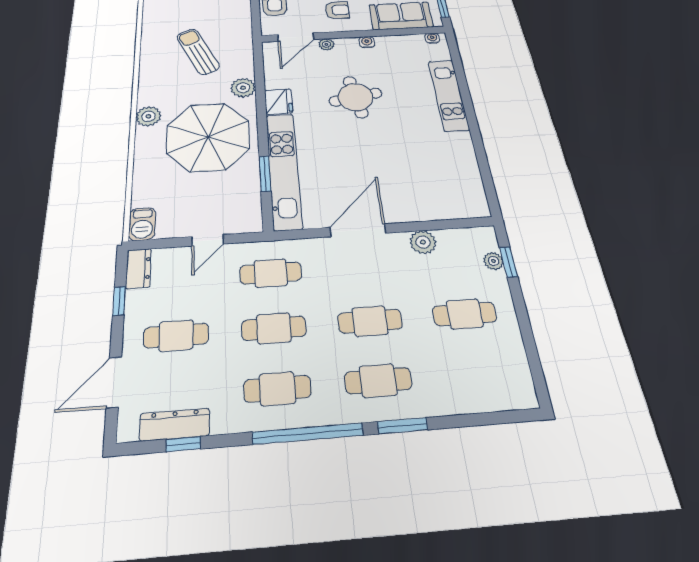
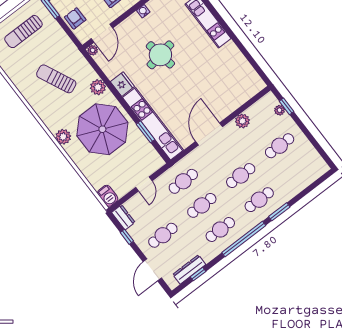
plant: (326, 44) -> (93, 50), moved

